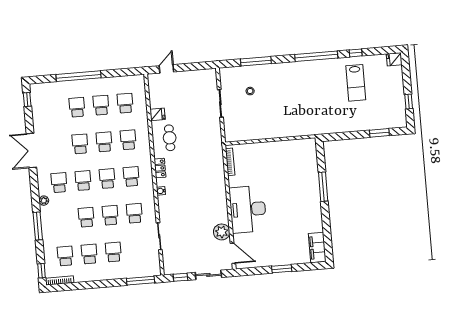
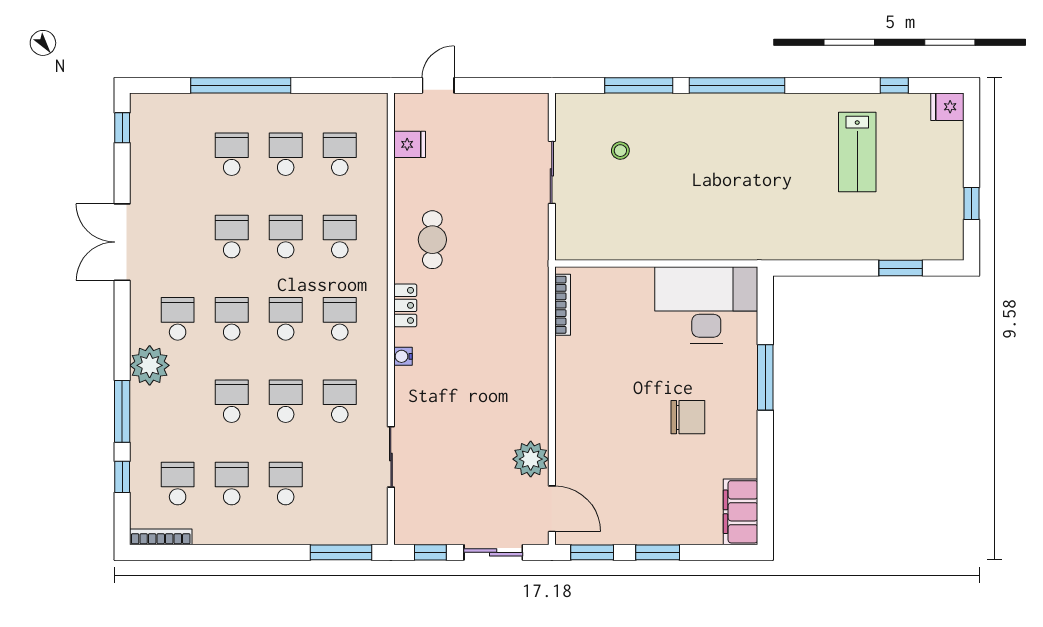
window: (356, 53) -> (894, 85), moved
window: (316, 56) -> (737, 85), moved
fridge: (157, 114) -> (410, 144), moved
plant: (44, 201) -> (150, 365), width x1.87, depth x1.87
chair: (290, 207) -> (688, 417), added
desk: (248, 209) -> (706, 305), moved, turned 90
window: (41, 271) -> (122, 477), moved
window: (253, 271) -> (592, 552), added

